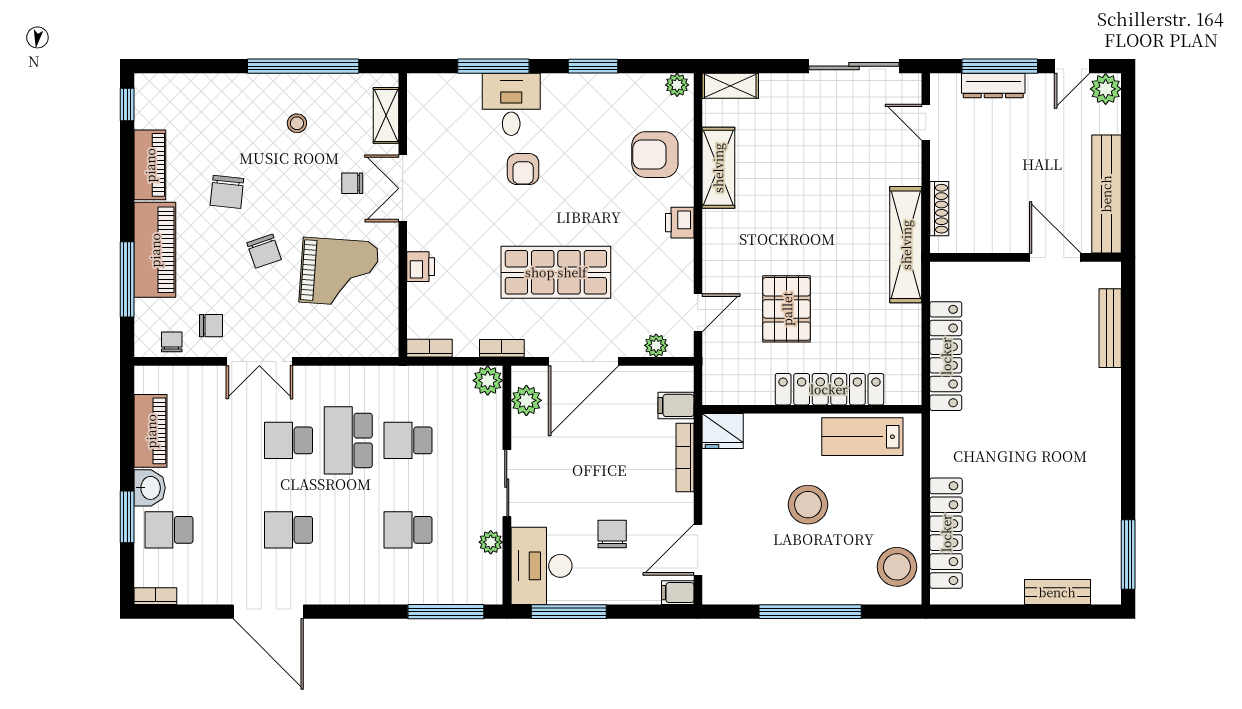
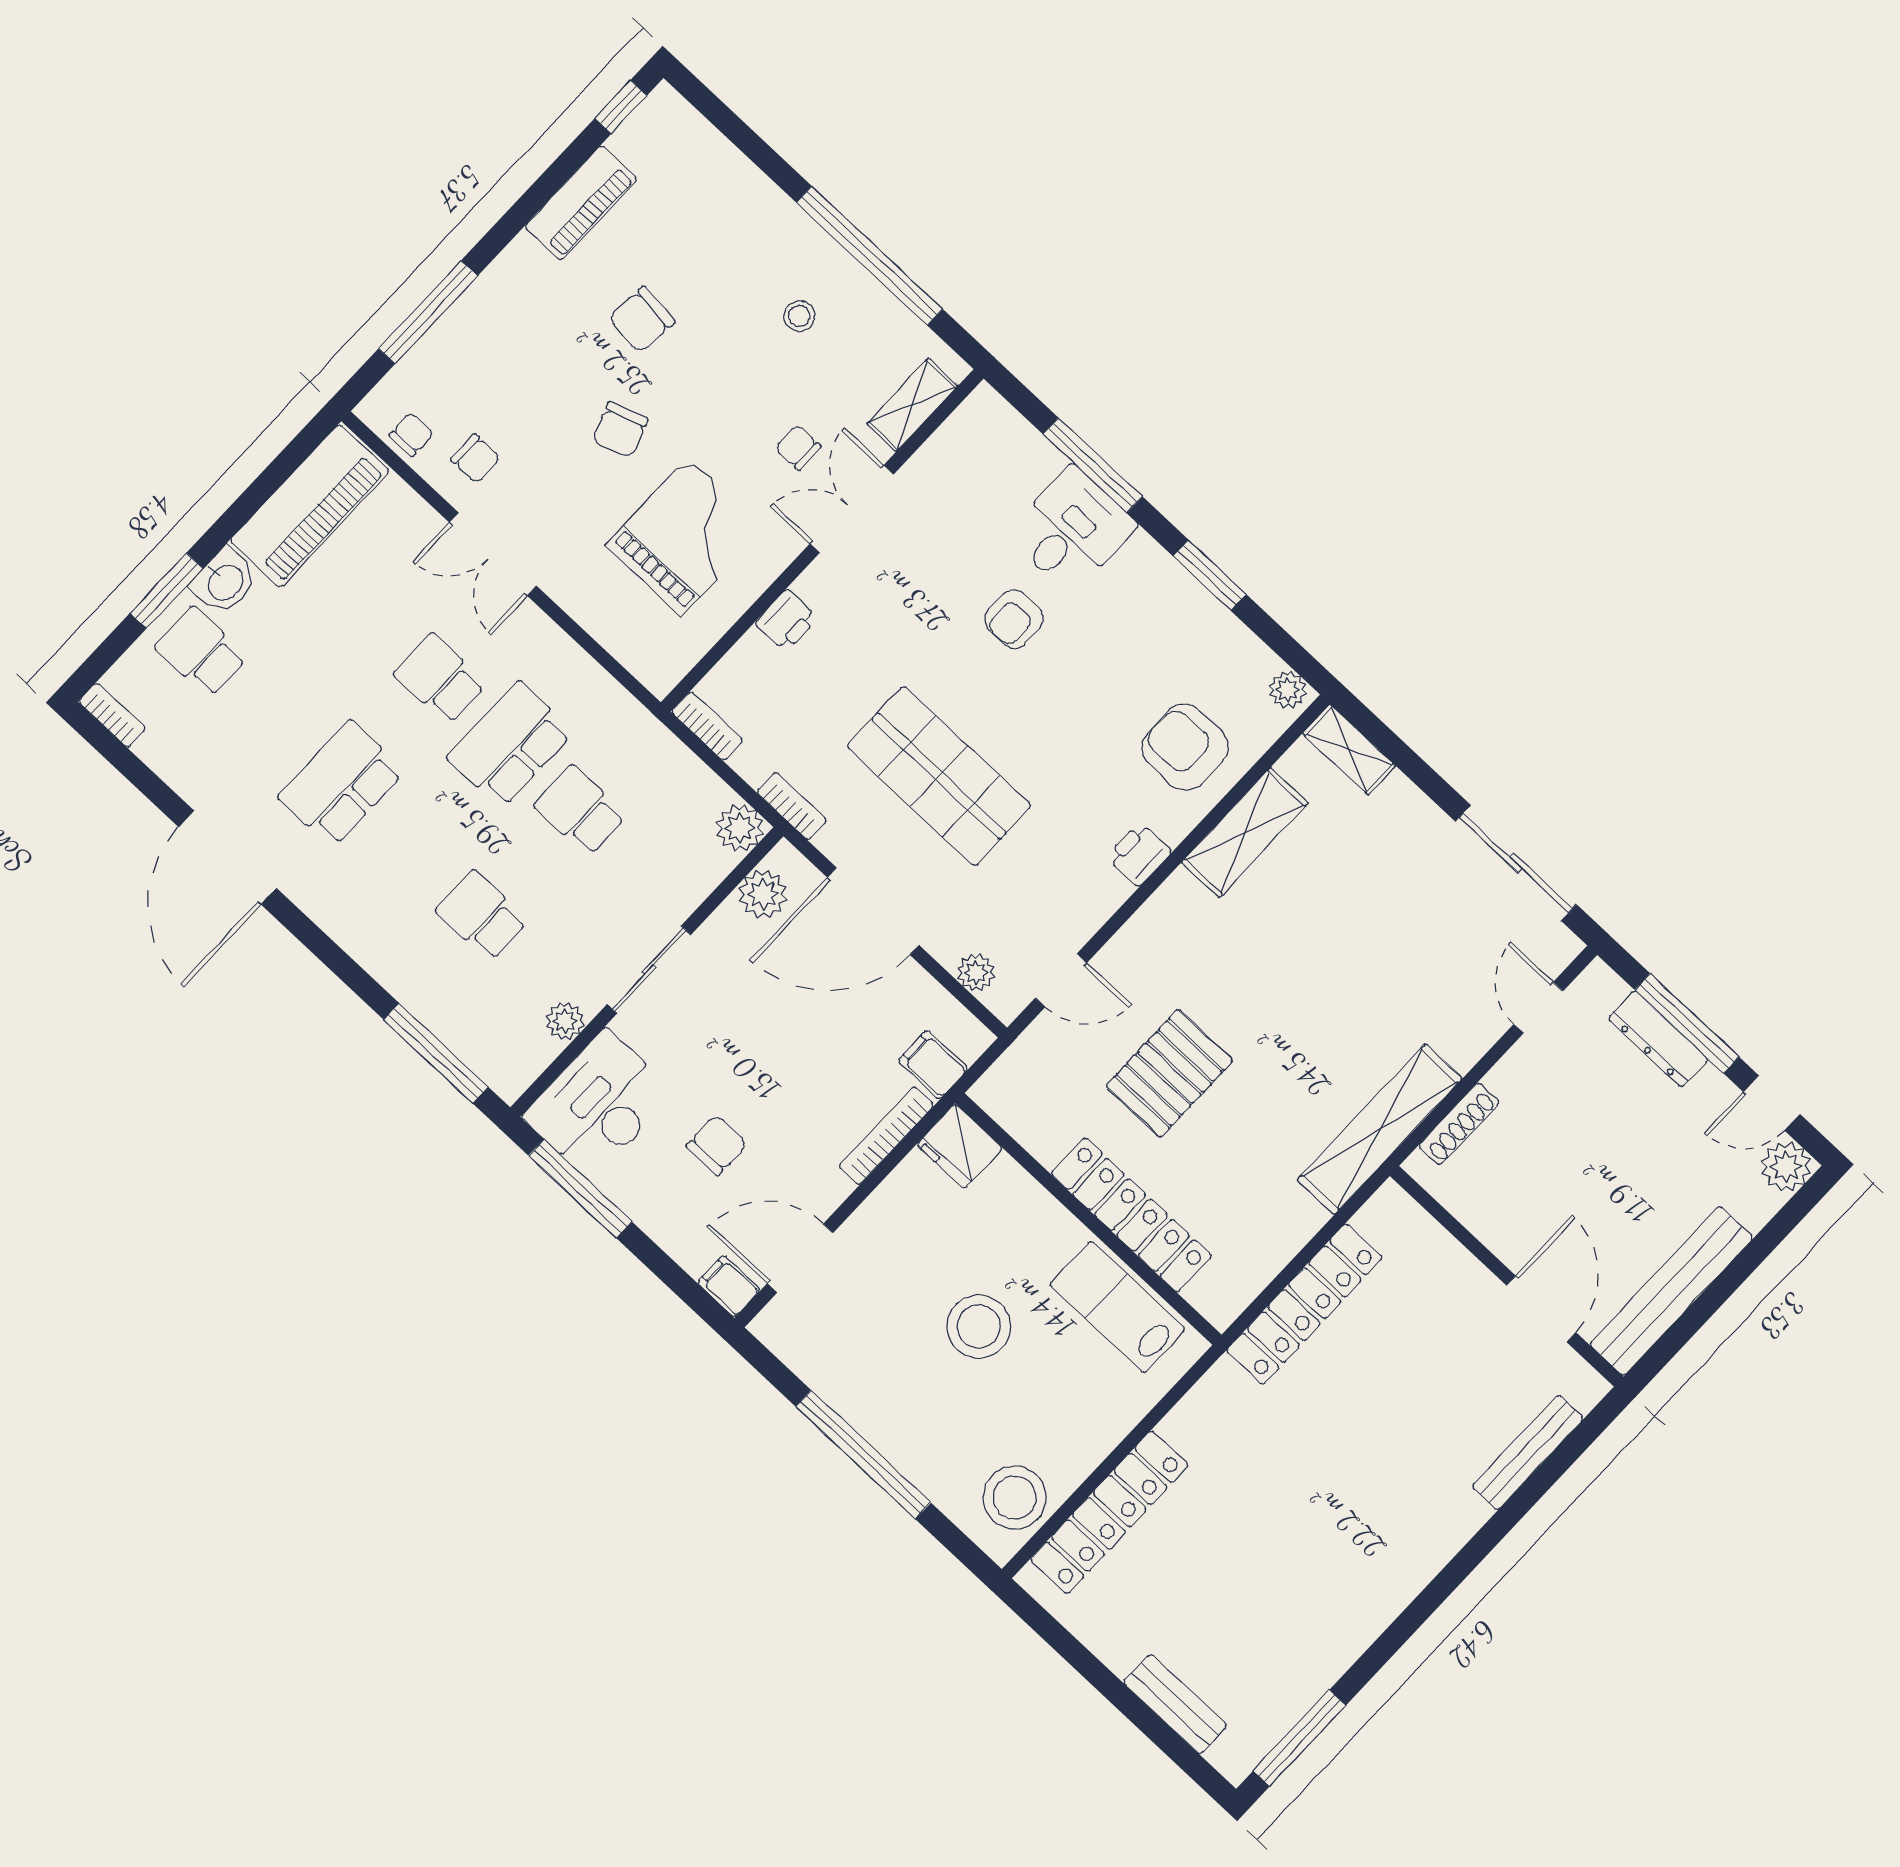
piano: (155, 250) -> (493, 308), removed
grand piano: (339, 272) -> (685, 537), turned -94
piano: (151, 431) -> (310, 506), width x1.37, depth x1.33
school desk: (288, 530) -> (341, 784), width x1.85

